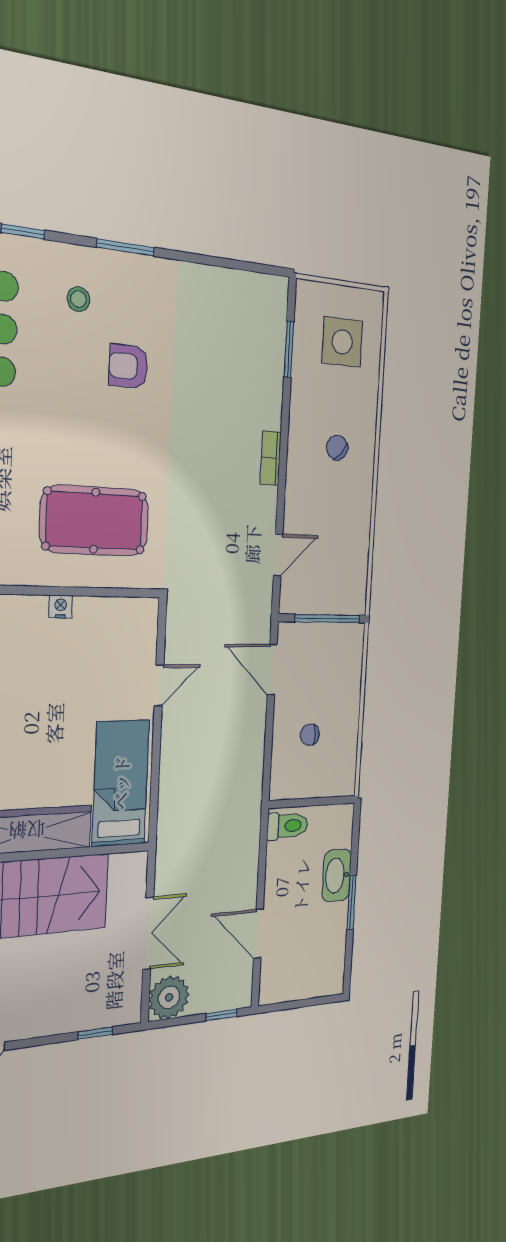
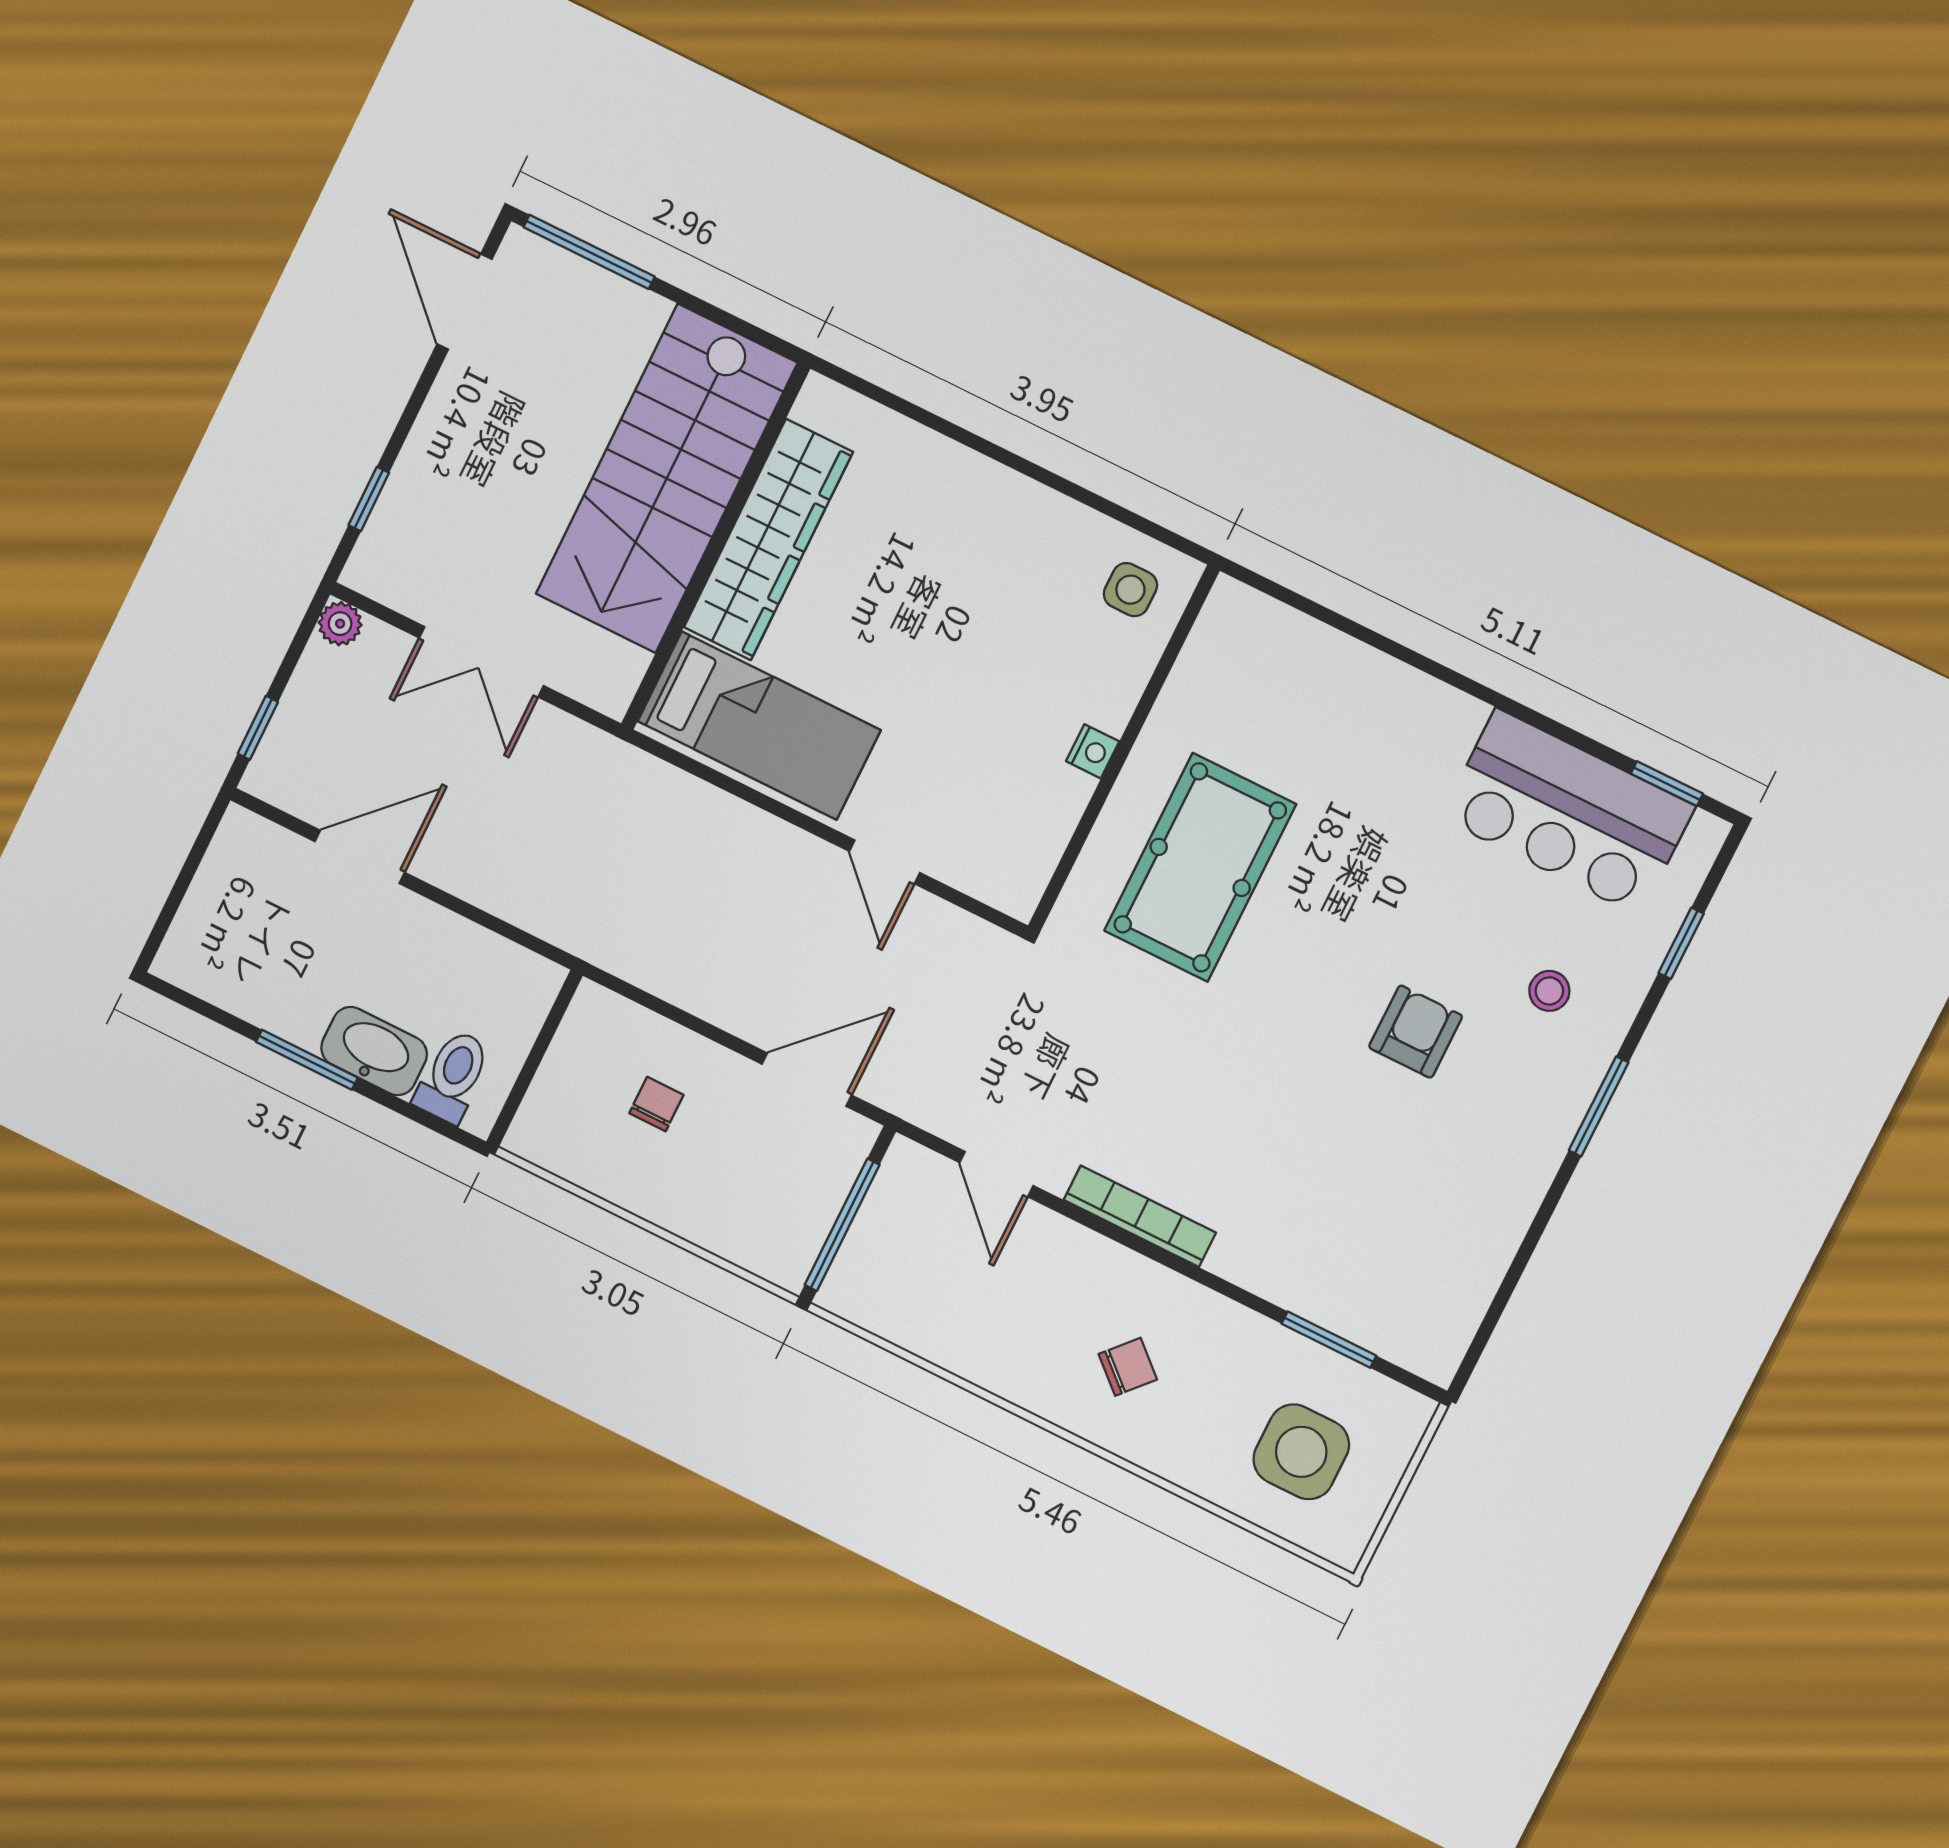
bookcase: (271, 458) -> (1140, 1216), width x1.56
toilet: (287, 826) -> (453, 1076), moved, turned 180
plant: (169, 997) -> (340, 624), width x0.53, depth x0.53

